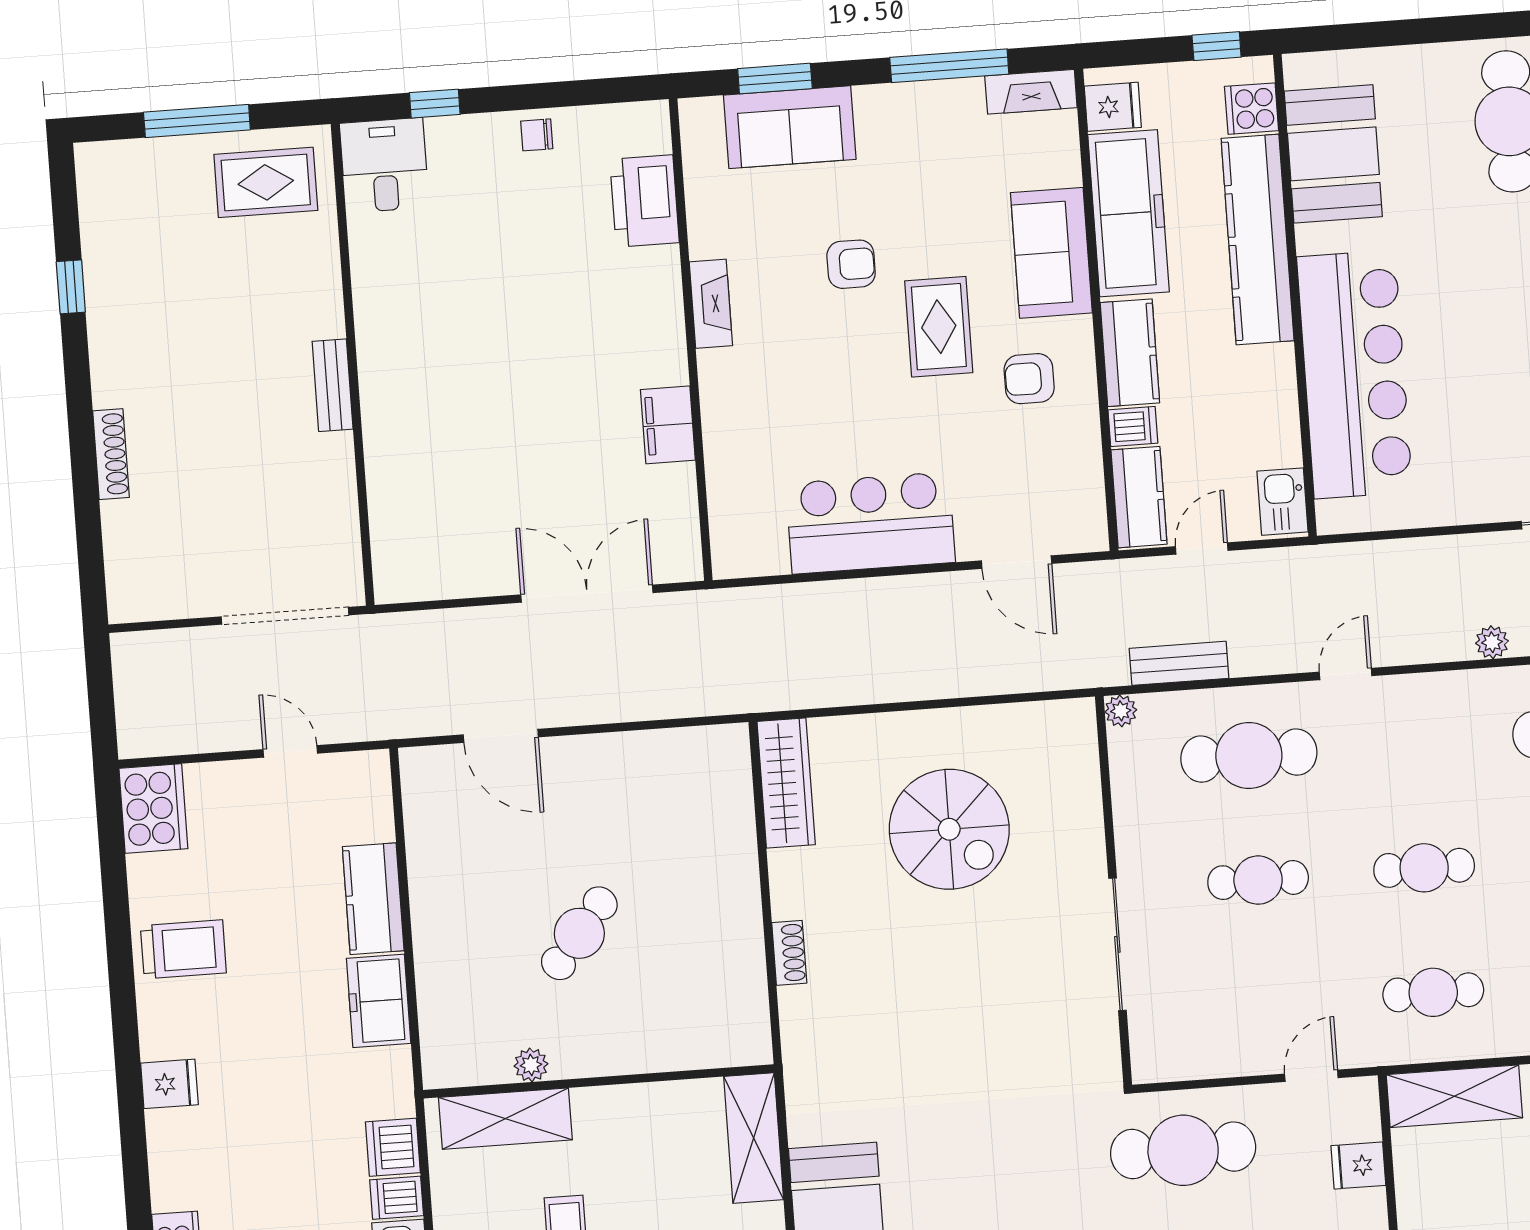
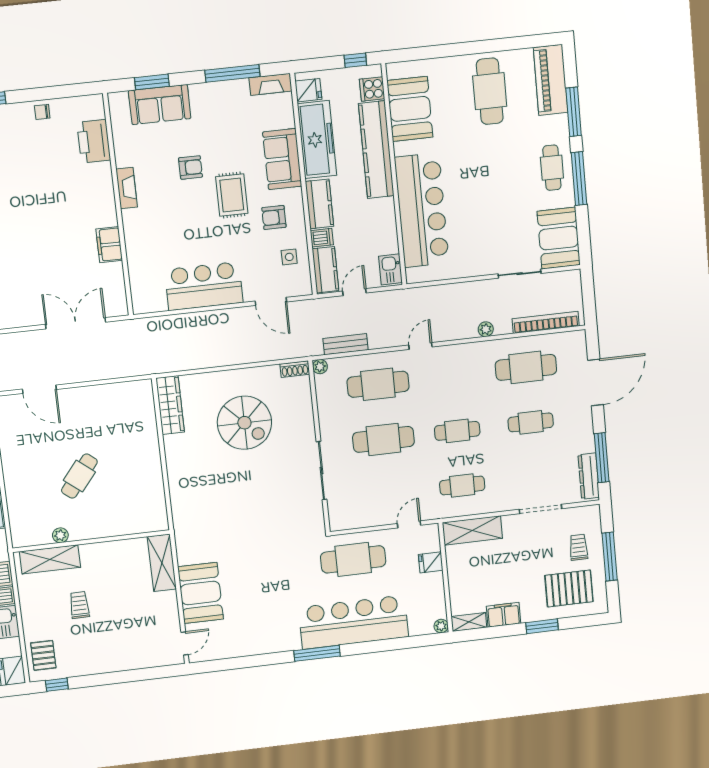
side table: (1060, 466) -> (289, 257), added
cafe table: (1258, 880) -> (383, 439), width x1.37, depth x1.35
shoe rack: (789, 953) -> (295, 369), moved, turned 90

